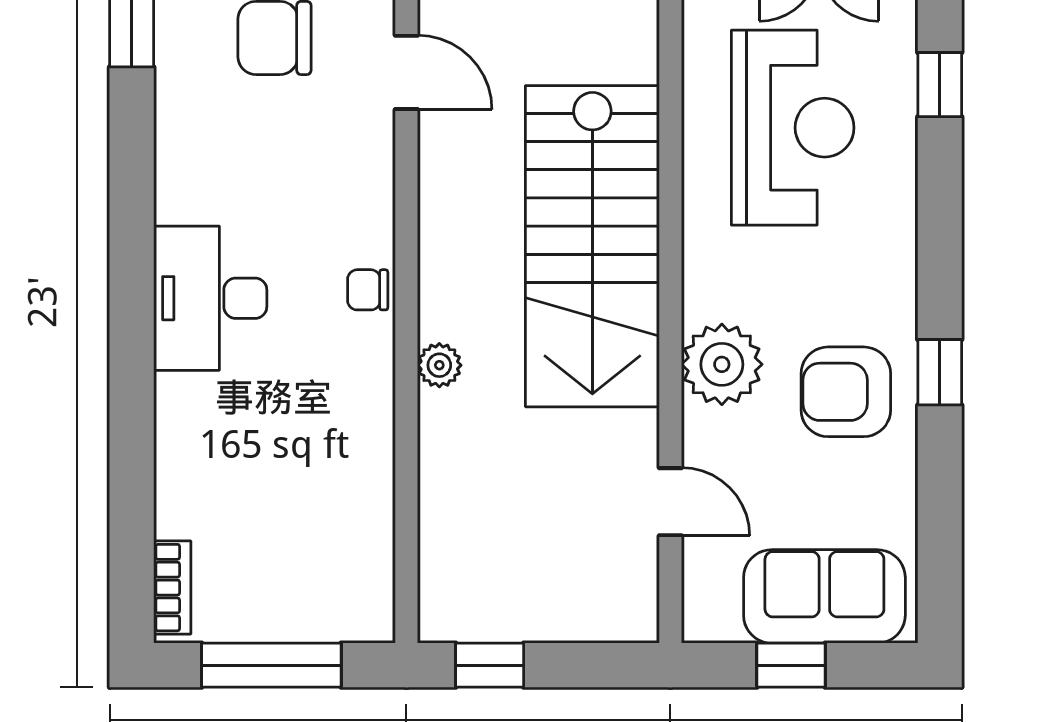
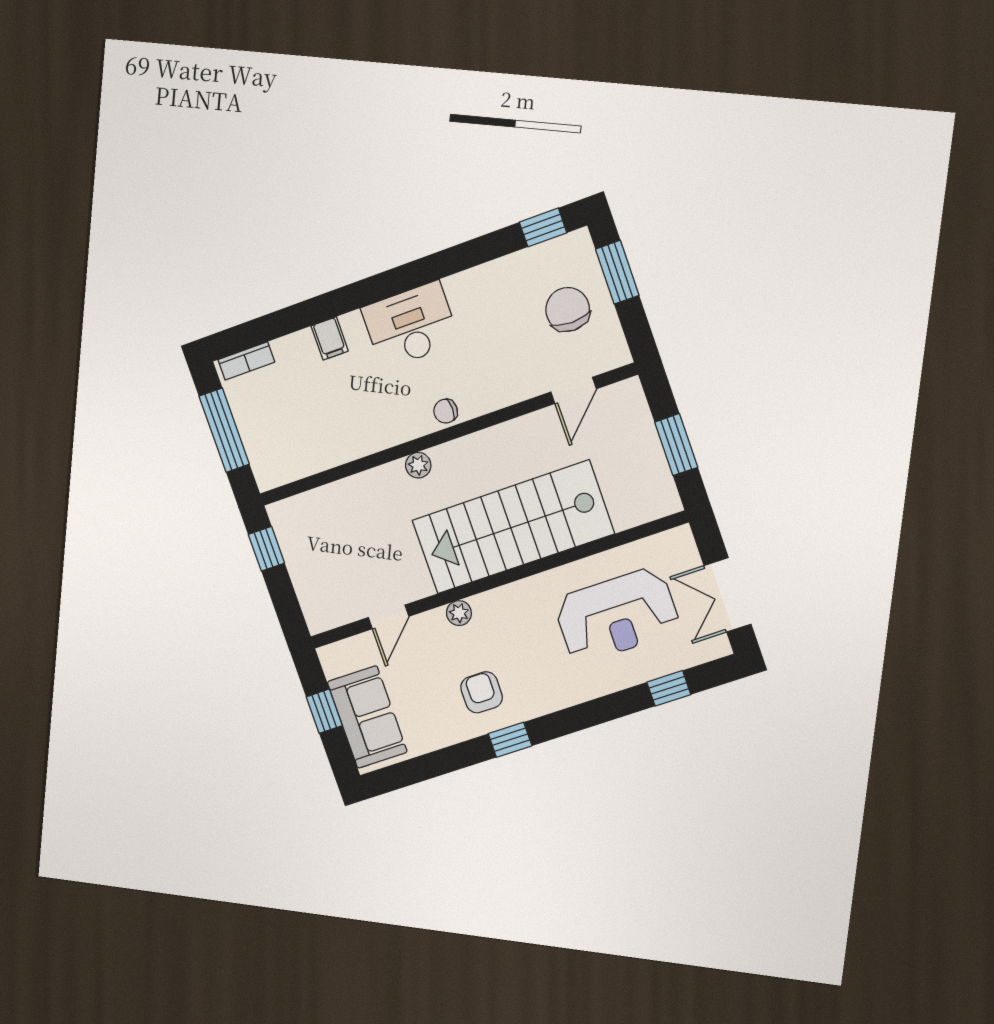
chair: (368, 290) -> (446, 411), turned -90
plant: (722, 364) -> (459, 613), width x0.53, depth x0.53
armchair: (846, 392) -> (482, 692), width x0.72, depth x0.72
filing cabinet: (185, 437) -> (330, 338), added

